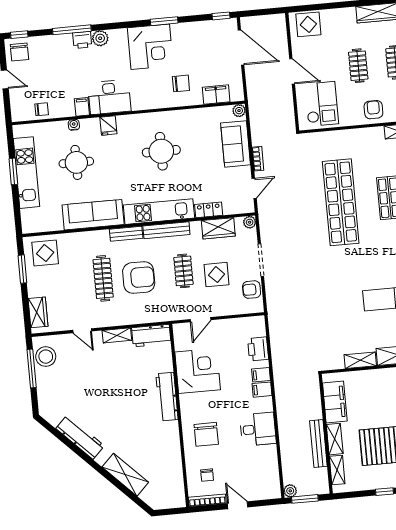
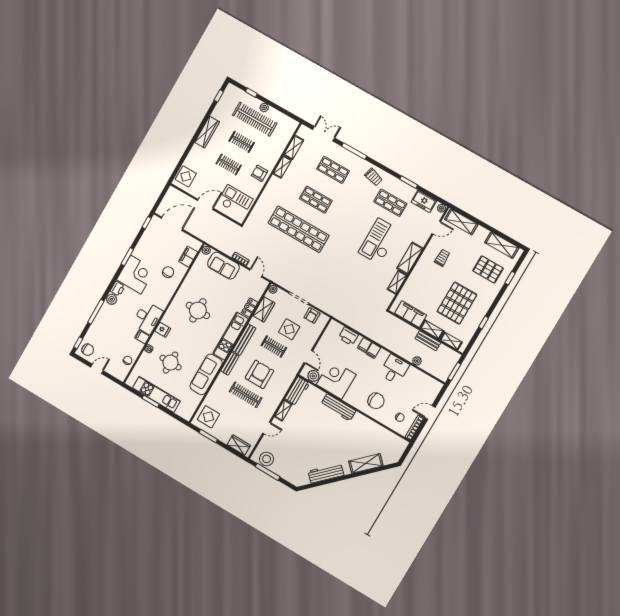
printer: (82, 40) -> (118, 289), moved
plant: (182, 341) -> (313, 376), added
bench: (318, 443) -> (428, 341), width x0.73
plant: (290, 491) -> (417, 361), moved

